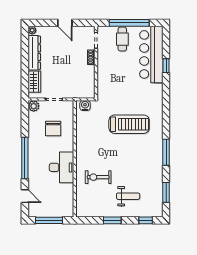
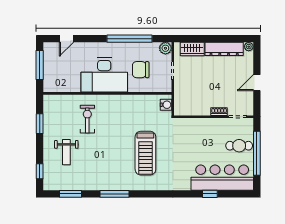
window: (25, 158) -> (130, 39), moved
desk: (62, 167) -> (104, 75), width x1.36, depth x1.30
window: (112, 220) -> (40, 124), moved

